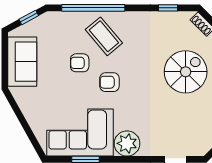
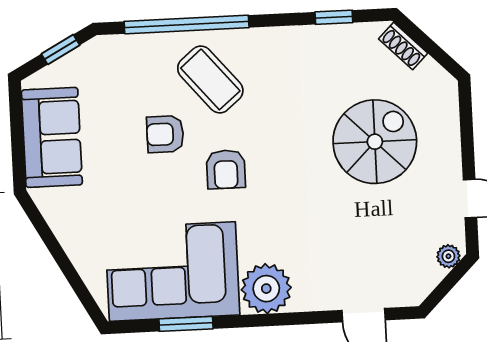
armchair: (109, 82) -> (226, 169), turned -90

